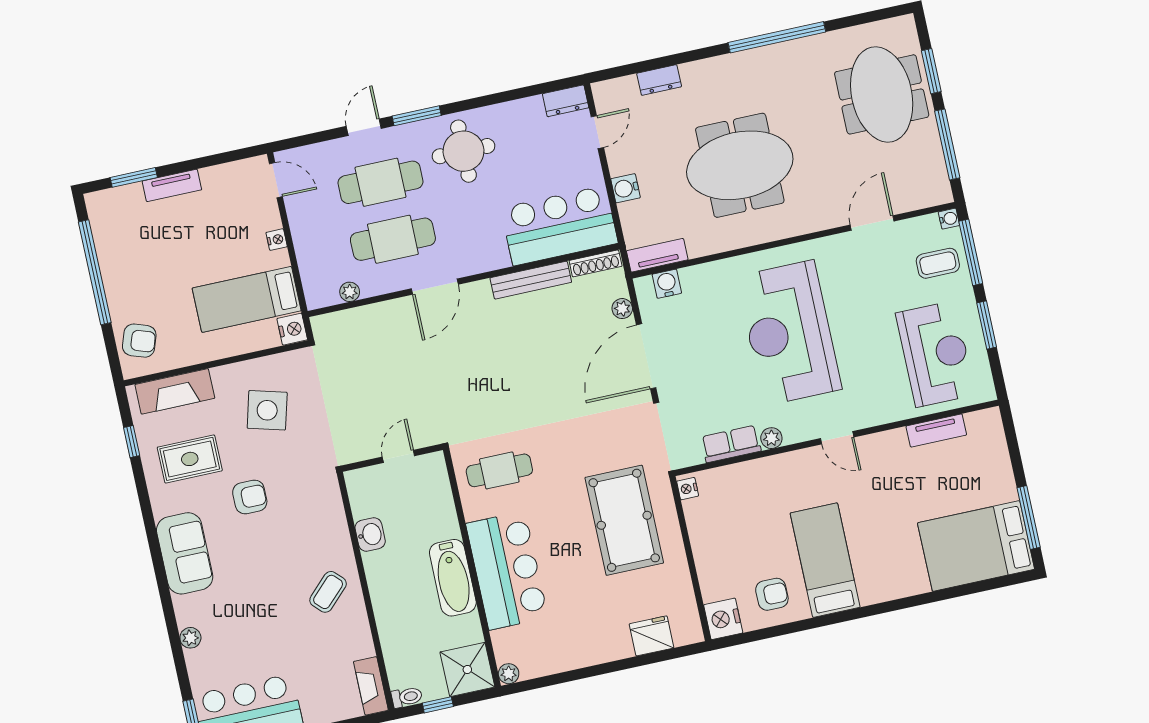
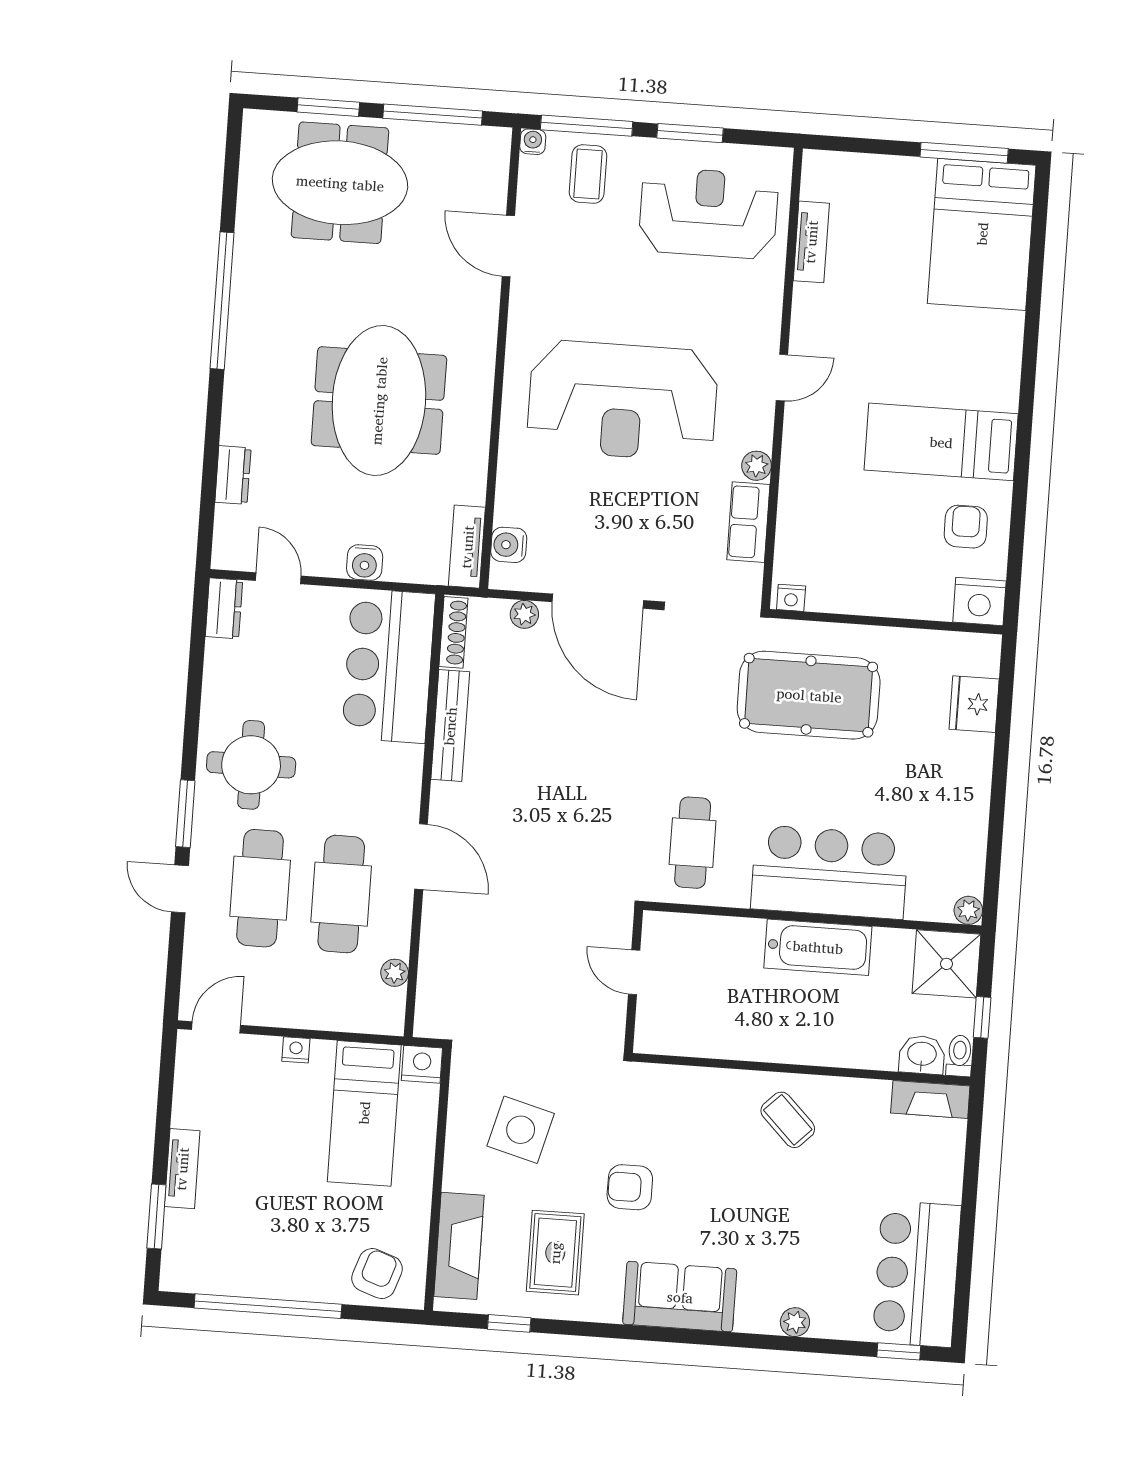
armchair: (250, 497) -> (630, 1187), turned -90
washbasin: (370, 534) -> (922, 1055), moved

